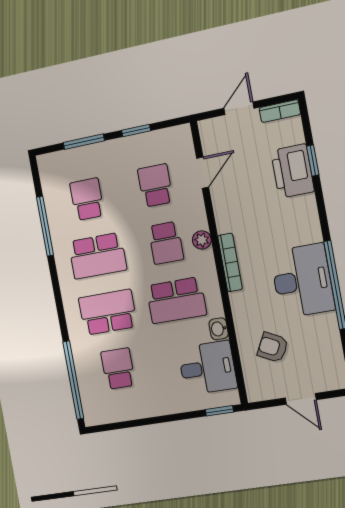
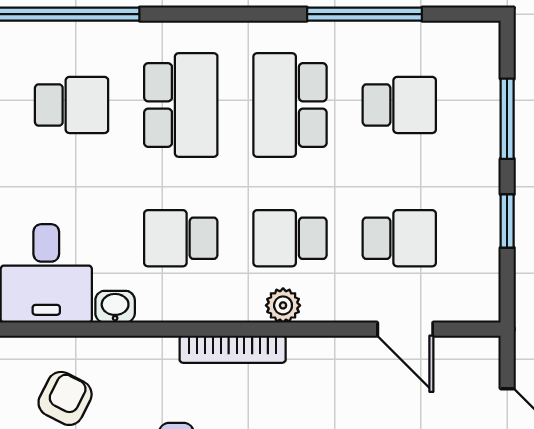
school desk: (176, 300) -> (181, 238), width x0.54

